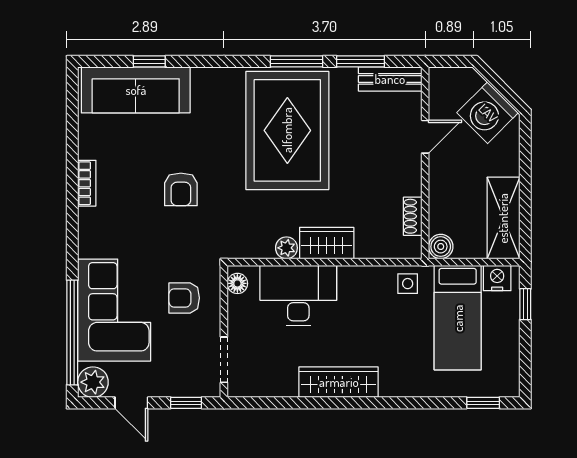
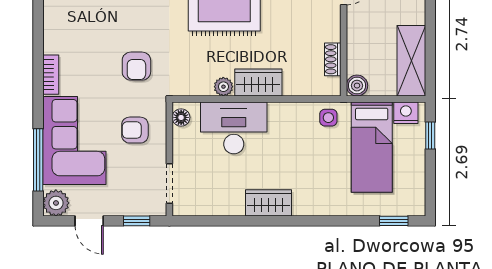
bookcase: (87, 183) -> (51, 75), moved
armchair: (181, 189) -> (136, 66), moved
window: (72, 332) -> (38, 160), width x0.68
wardrobe: (339, 382) -> (269, 203), width x0.67

